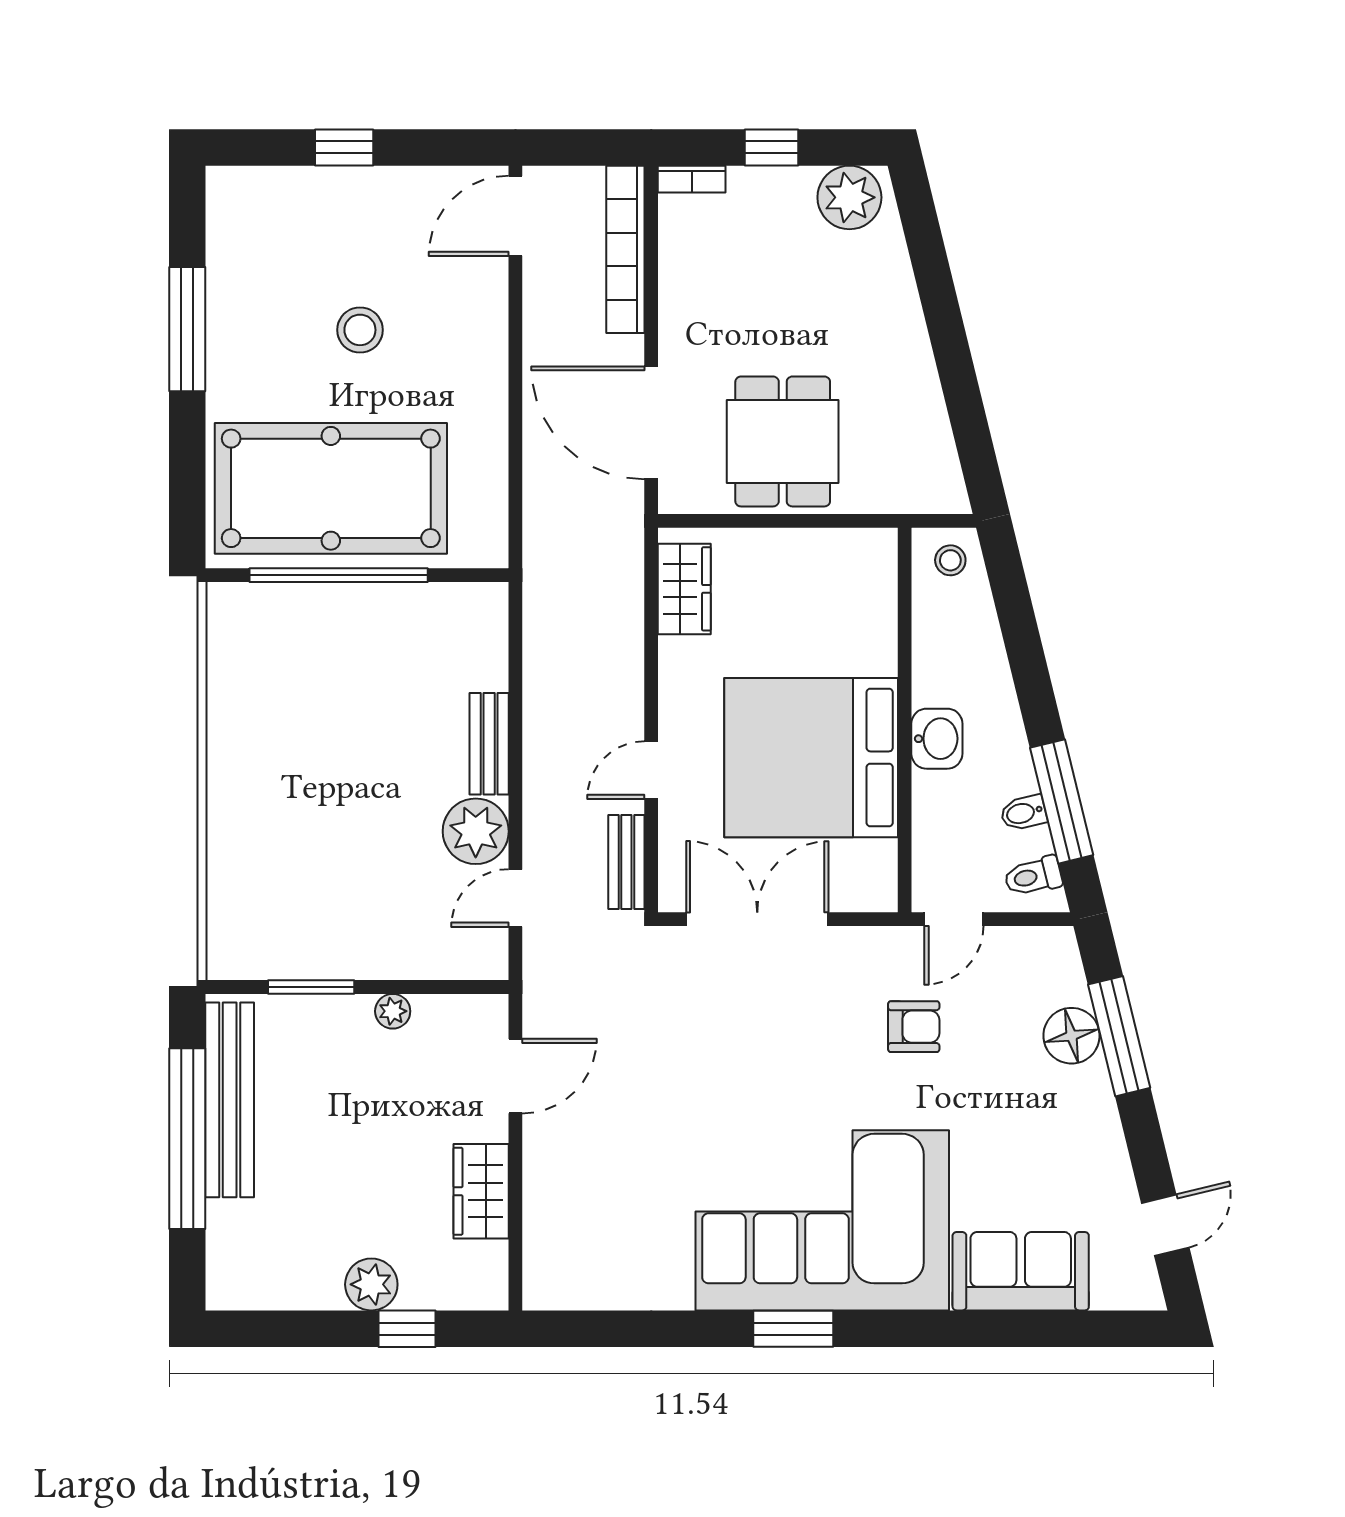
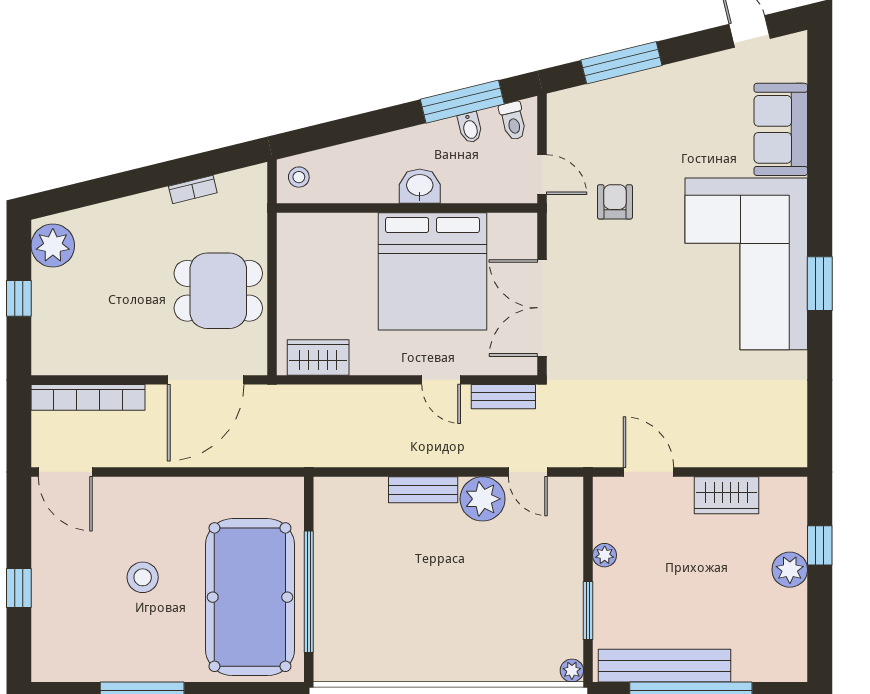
bookcase: (692, 179) -> (193, 190), moved, turned 76
plant: (223, 963) -> (572, 671), added
floor lamp: (1071, 1036) -> (621, 95), removed

